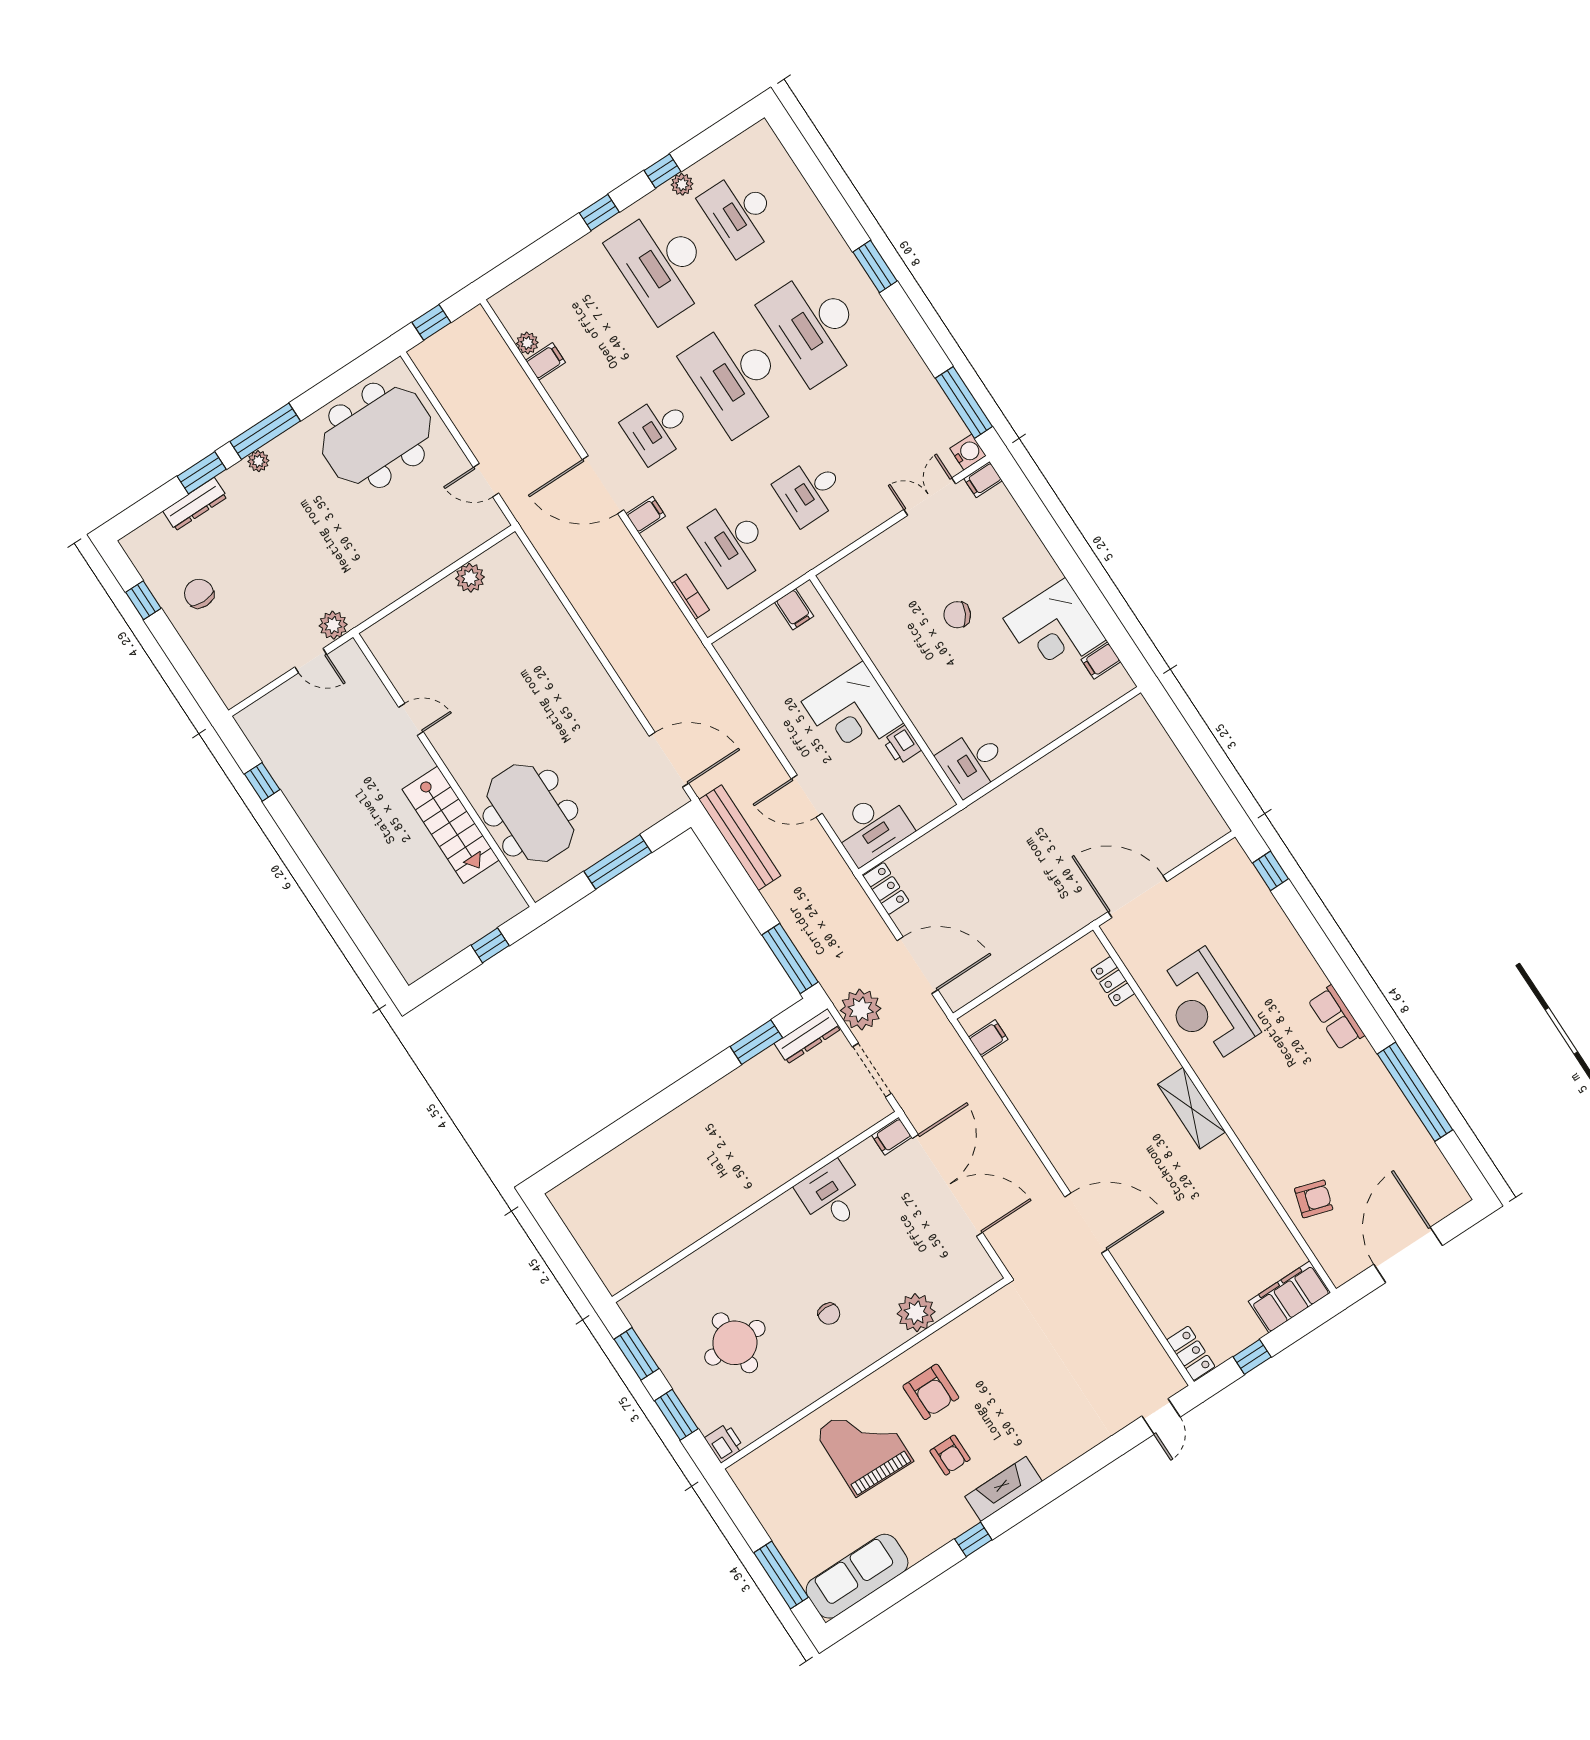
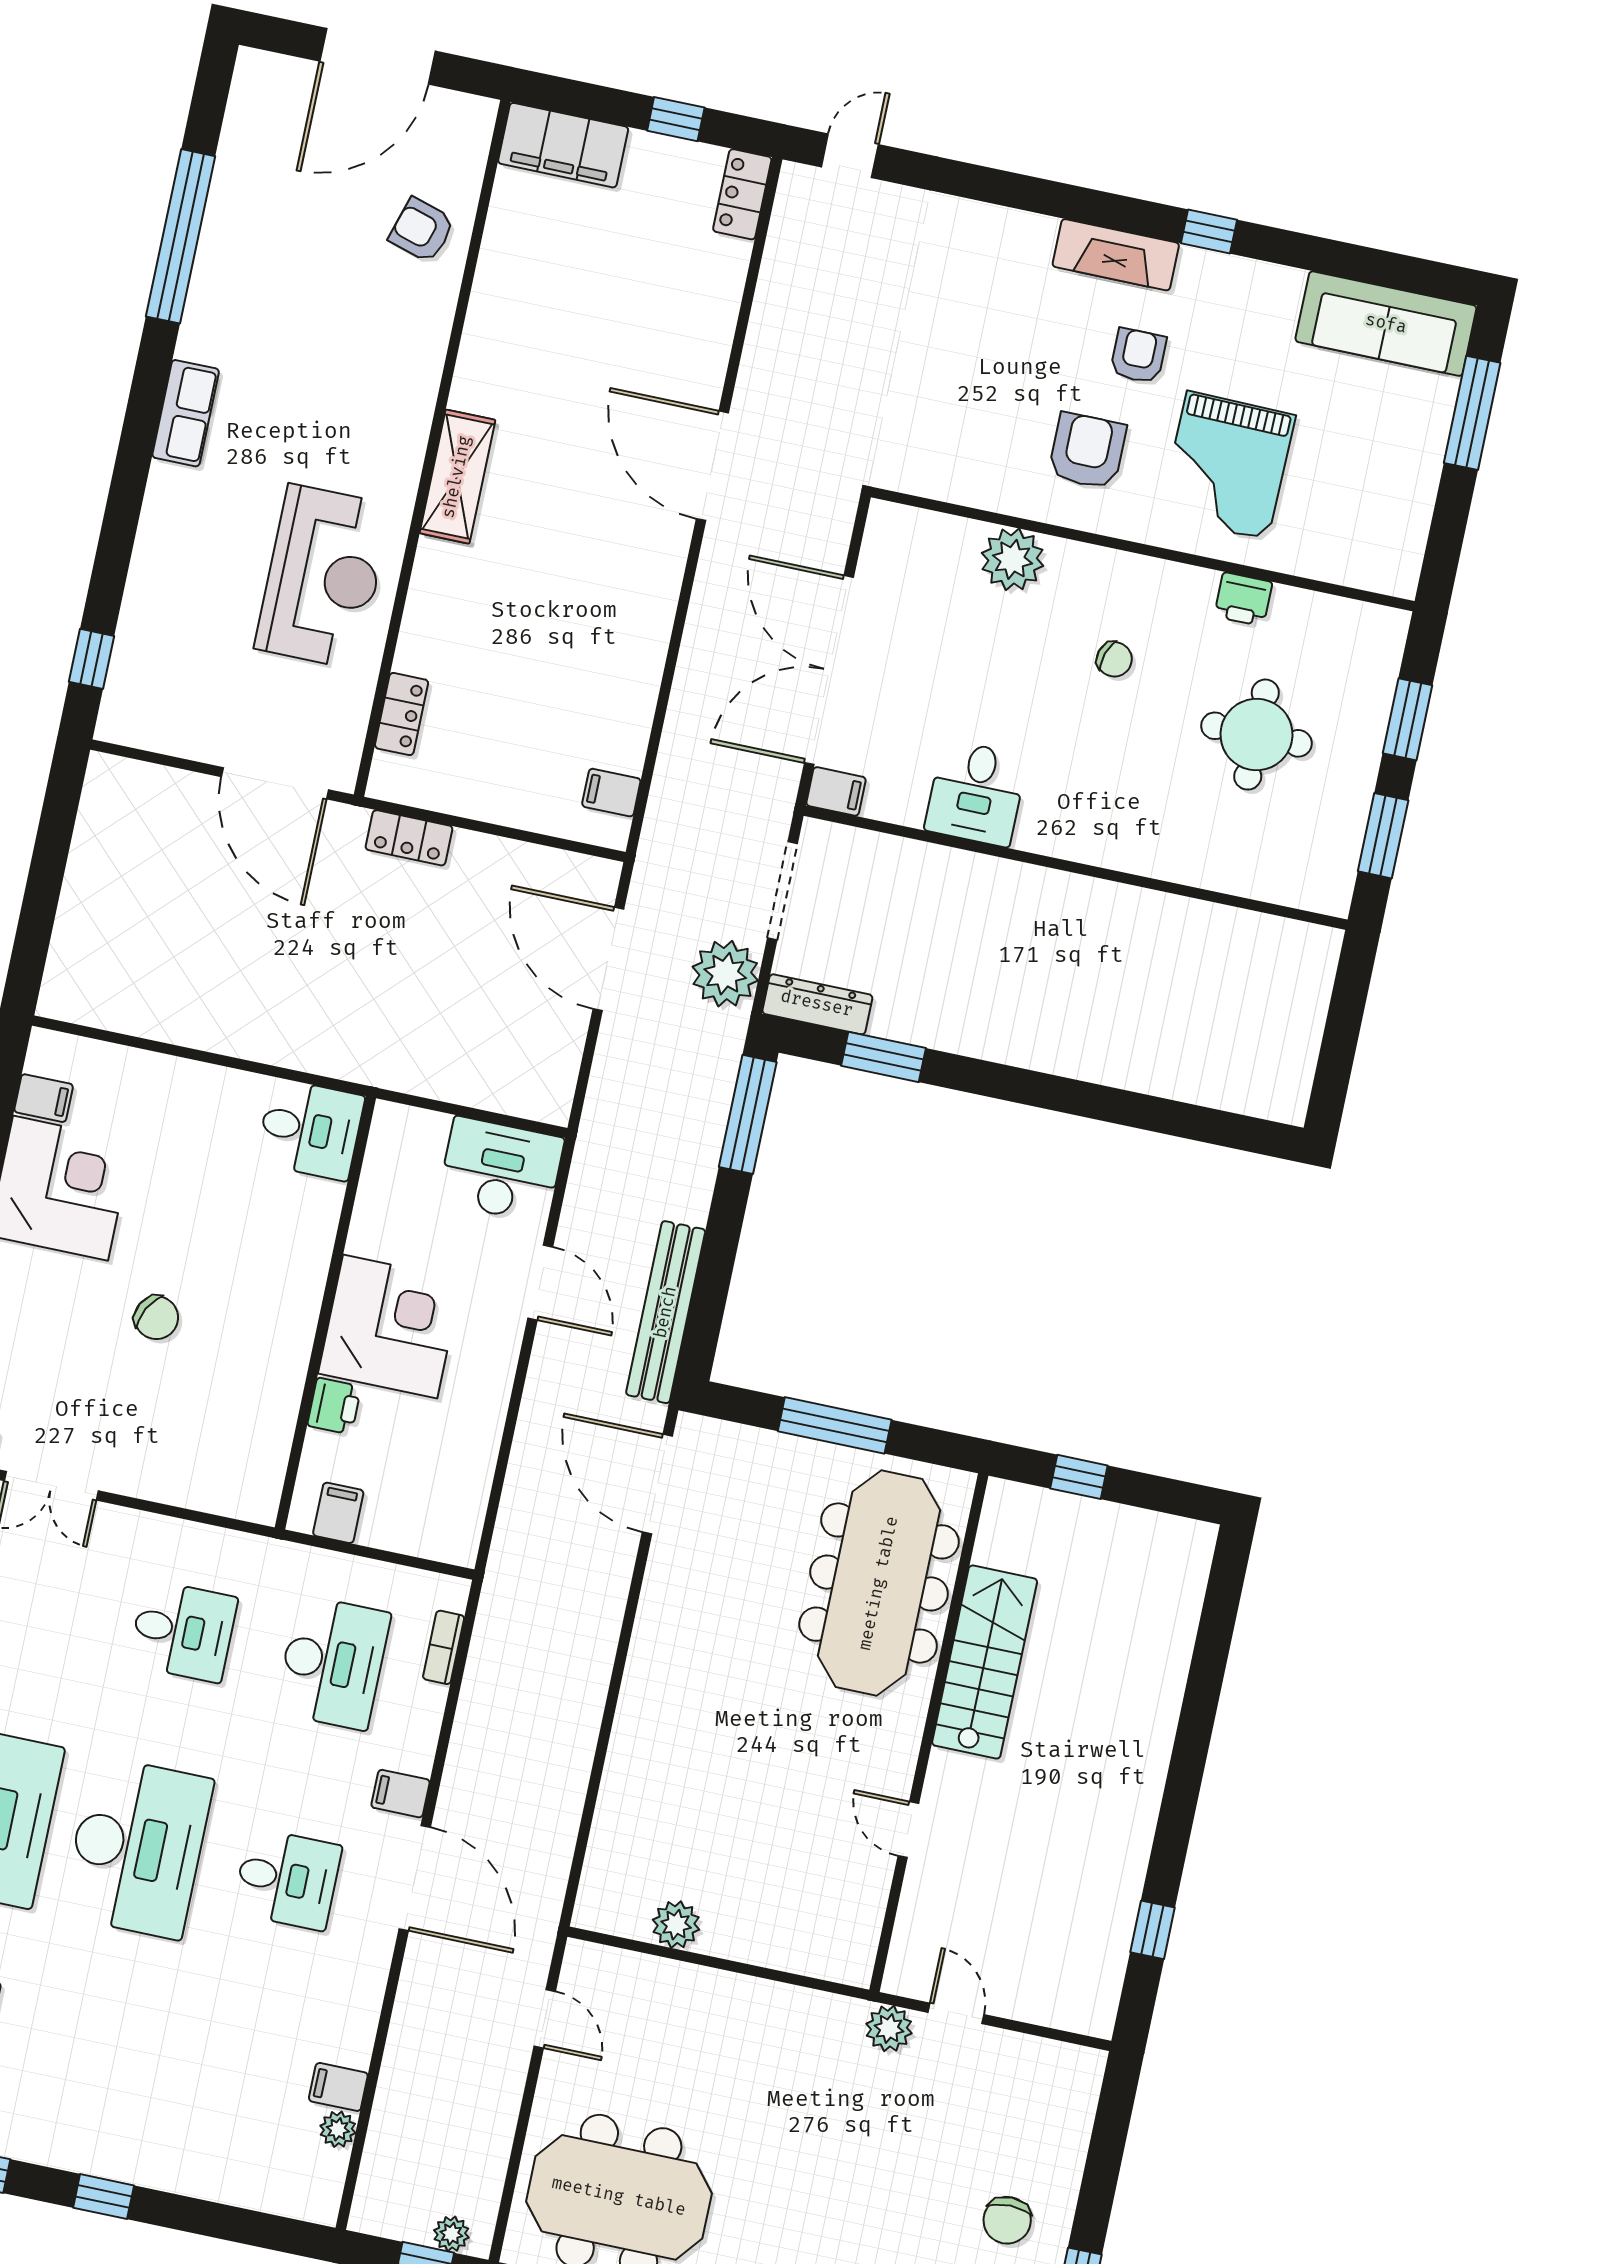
desk: (662, 265) -> (92, 2064), removed
plant: (433, 347) -> (451, 2234), added
printer: (902, 745) -> (334, 1406), moved
meeting table: (530, 813) -> (879, 1583), width x1.36
locker: (886, 889) -> (409, 838), moved, turned -90
chair: (829, 1314) -> (1114, 659), turned 108
printer: (724, 1443) -> (1243, 599), moved, turned -90

